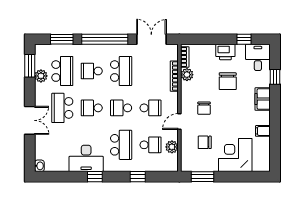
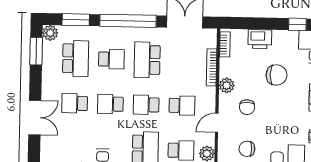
printer: (225, 52) -> (260, 39), moved
school desk: (92, 71) -> (111, 59), turned 180
school desk: (121, 71) -> (147, 60), turned 180
plant: (187, 75) -> (227, 85), moved
plant: (41, 76) -> (50, 33), moved
chair: (228, 81) -> (277, 75), turned -90
school desk: (62, 108) -> (75, 103), width x0.54

